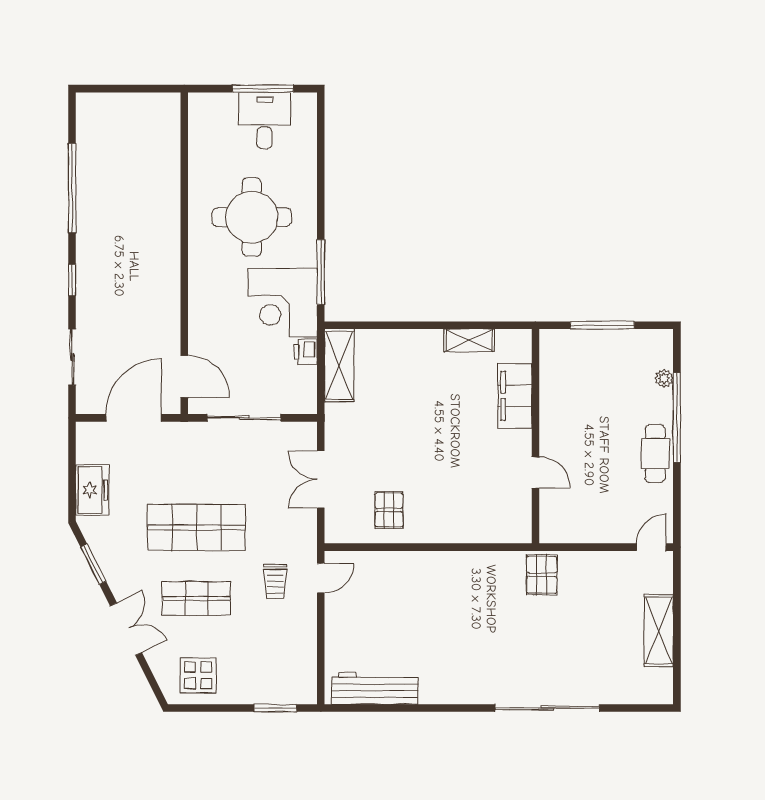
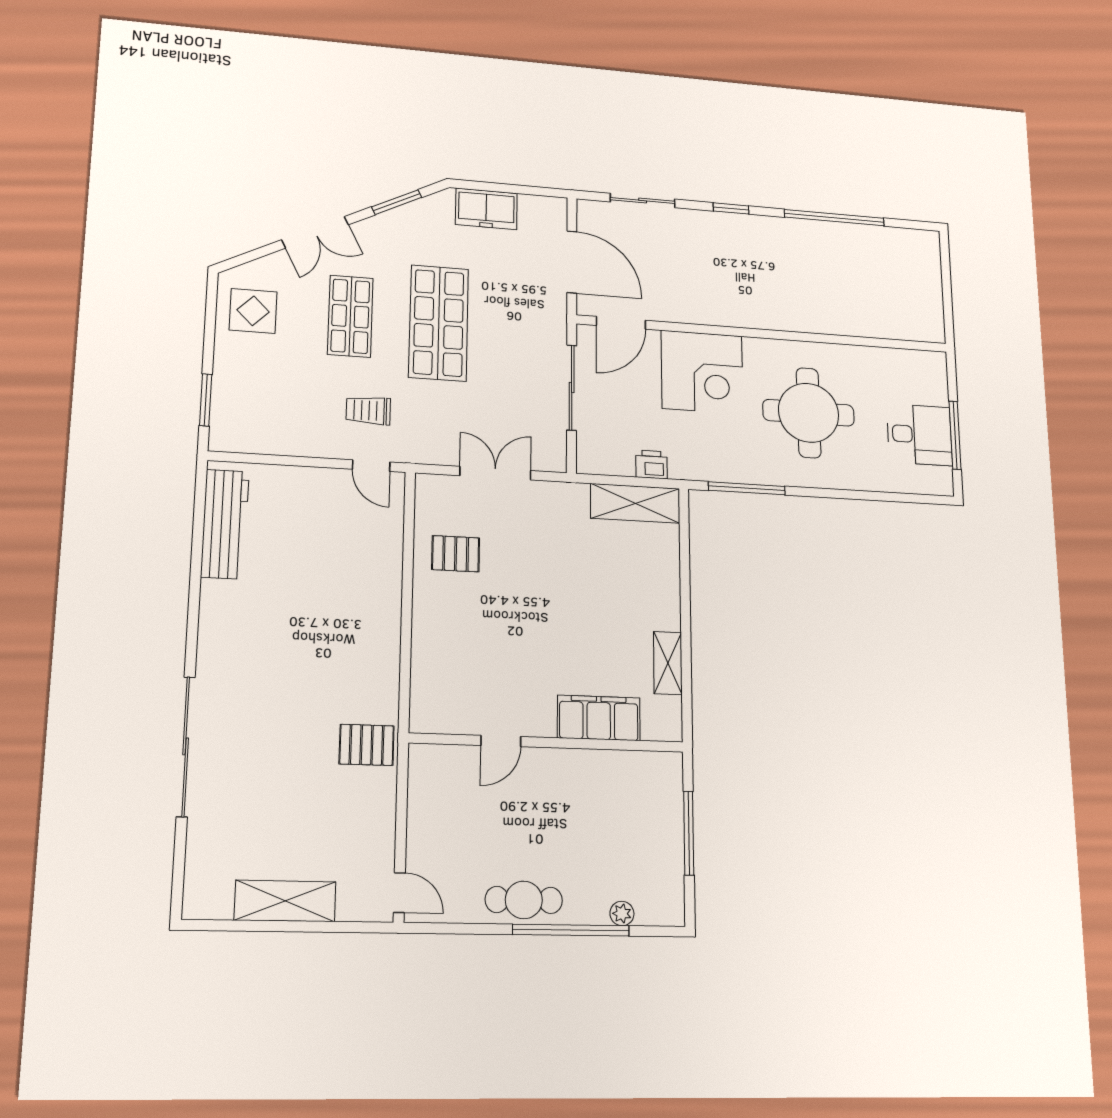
corner desk: (283, 303) -> (702, 372), moved, turned 180

